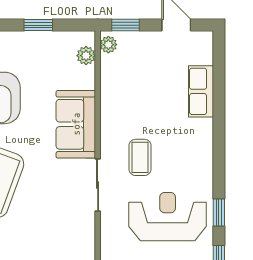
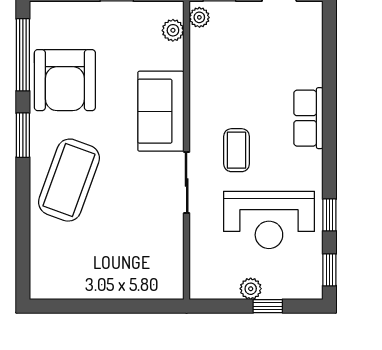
row of seats: (201, 91) -> (308, 118), moved
reception desk: (168, 217) -> (269, 220), turned 180

